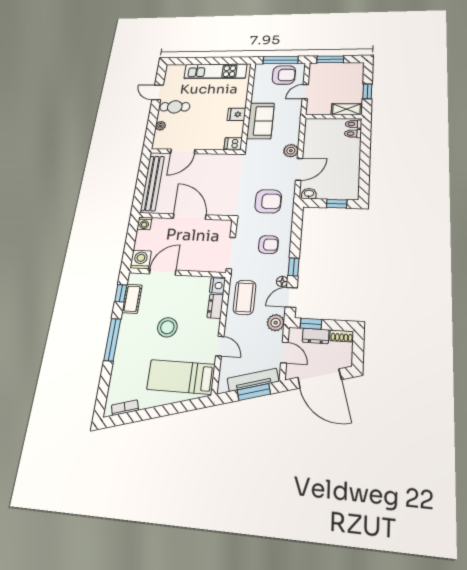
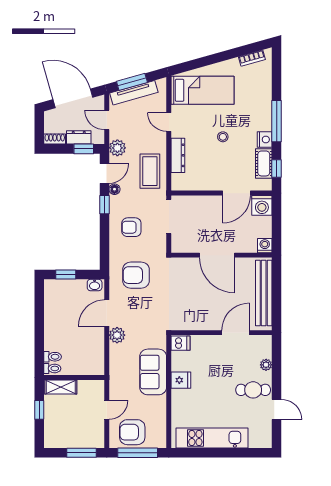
nightstand: (217, 286) -> (265, 139), moved, turned 180
dresser: (215, 306) -> (178, 155), width x1.44
stool: (167, 327) -> (223, 137), width x0.53, depth x0.53

